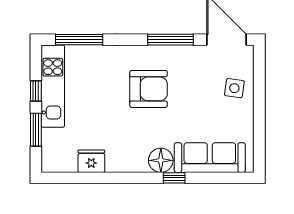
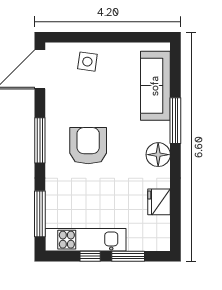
window: (171, 40) -> (40, 140), moved
floor lamp: (161, 160) -> (158, 155), moved
window: (174, 178) -> (175, 121), width x2.17

